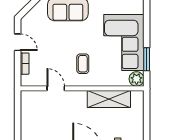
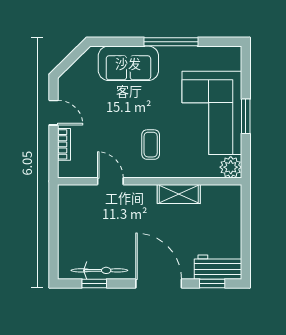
window: (147, 59) -> (246, 116), moved
shelving: (109, 99) -> (179, 194), width x0.67, depth x0.75

